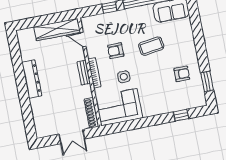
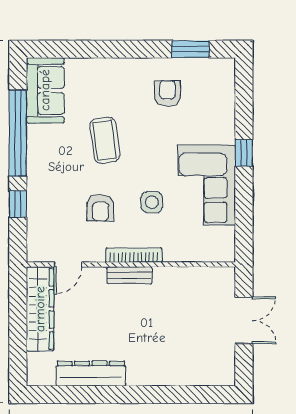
dresser: (32, 79) -> (91, 374), moved
corner sofa: (119, 107) -> (207, 185), moved
shoe rack: (91, 113) -> (207, 275), removed
window: (181, 115) -> (244, 153), moved

